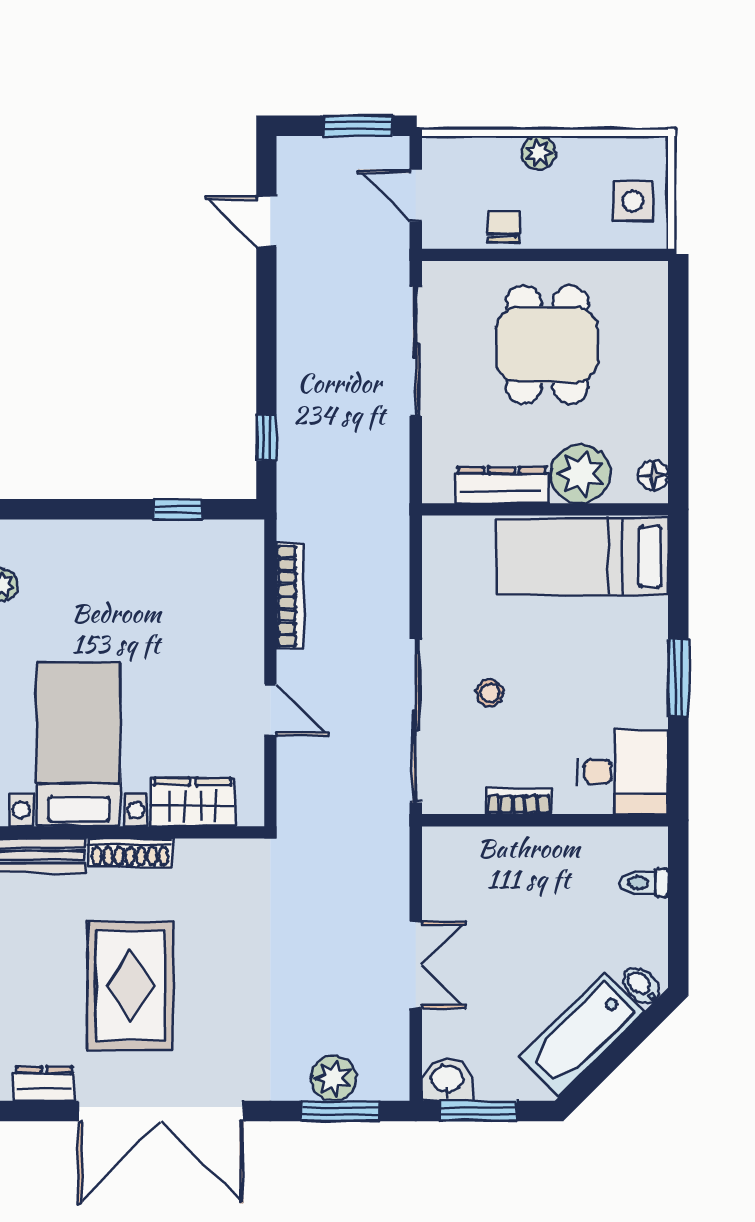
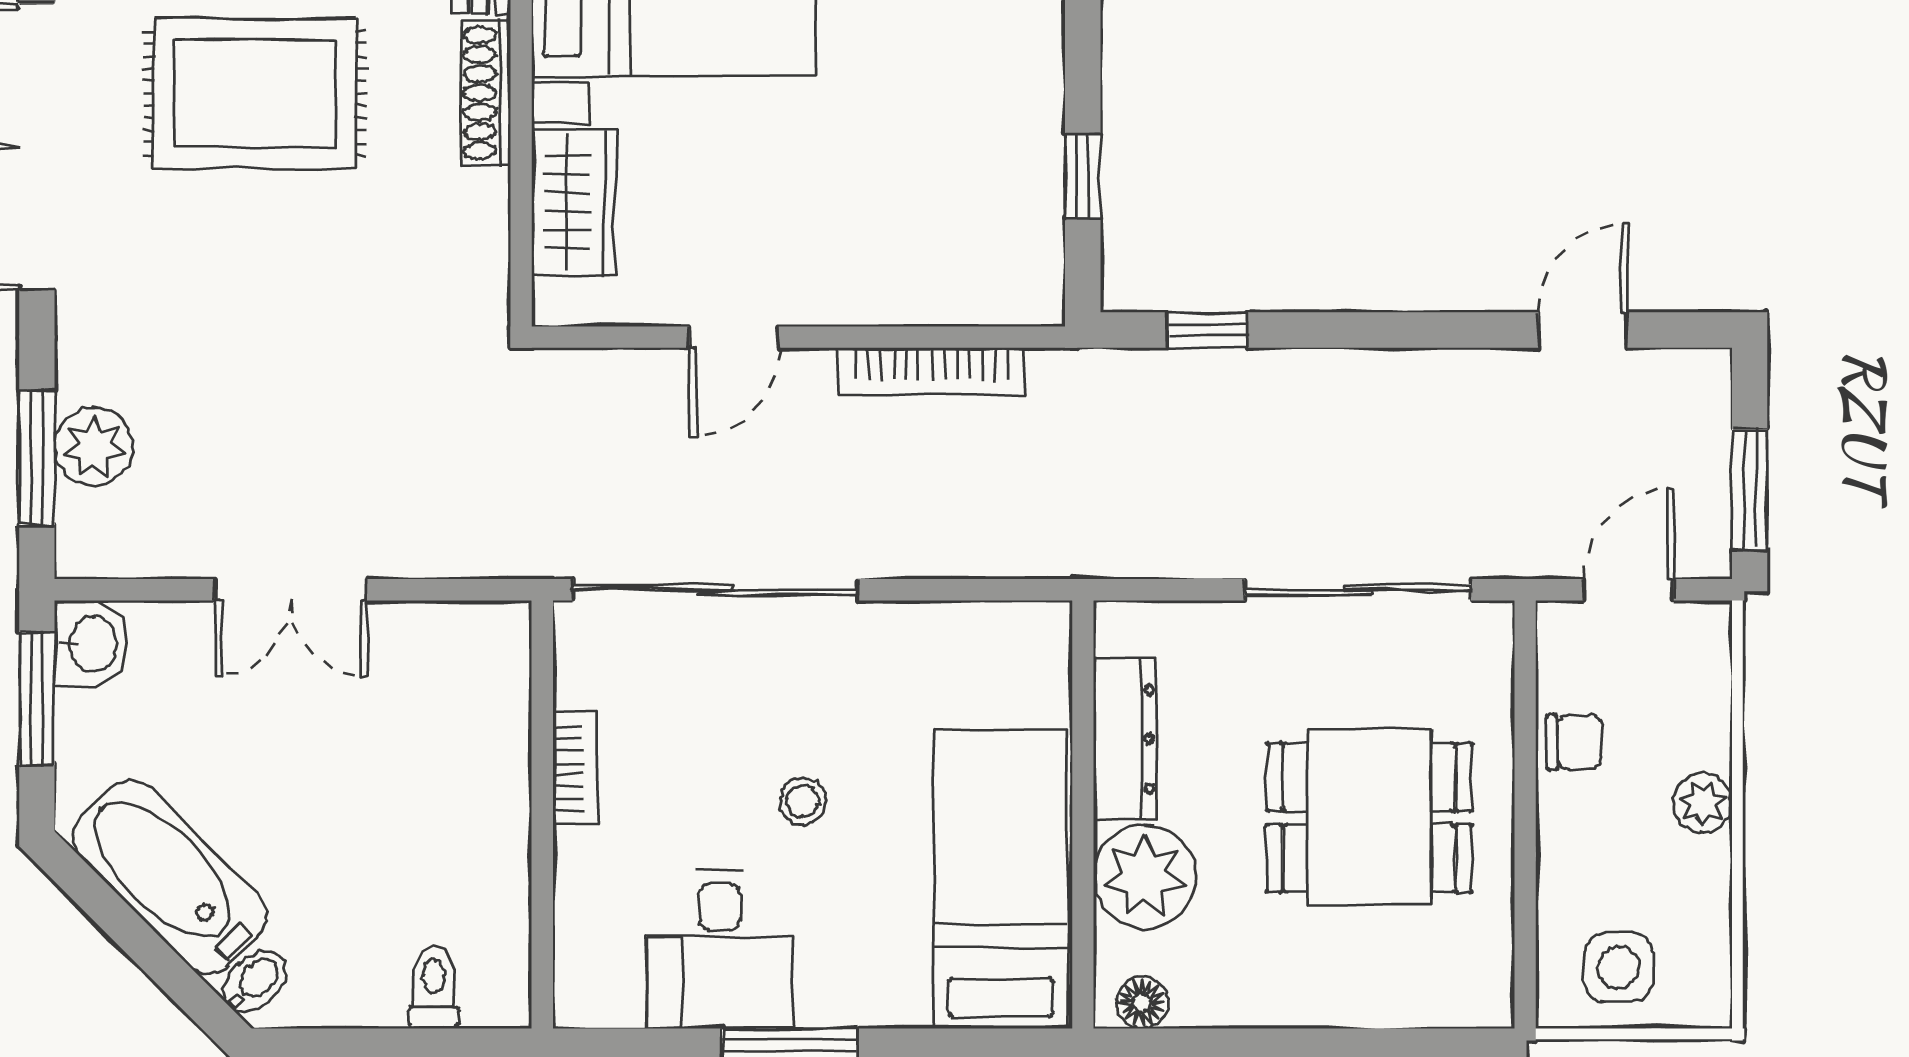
stool: (490, 693) -> (803, 801), moved
desk: (623, 772) -> (719, 949), moved

